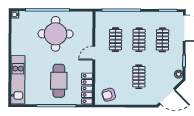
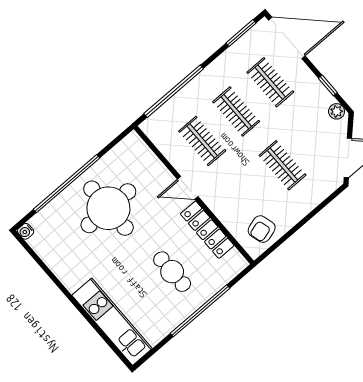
door: (94, 53) -> (188, 188), hinge flipped
cafe table: (59, 81) -> (172, 272), width x0.73, depth x0.74
locker: (87, 89) -> (207, 230), moved

